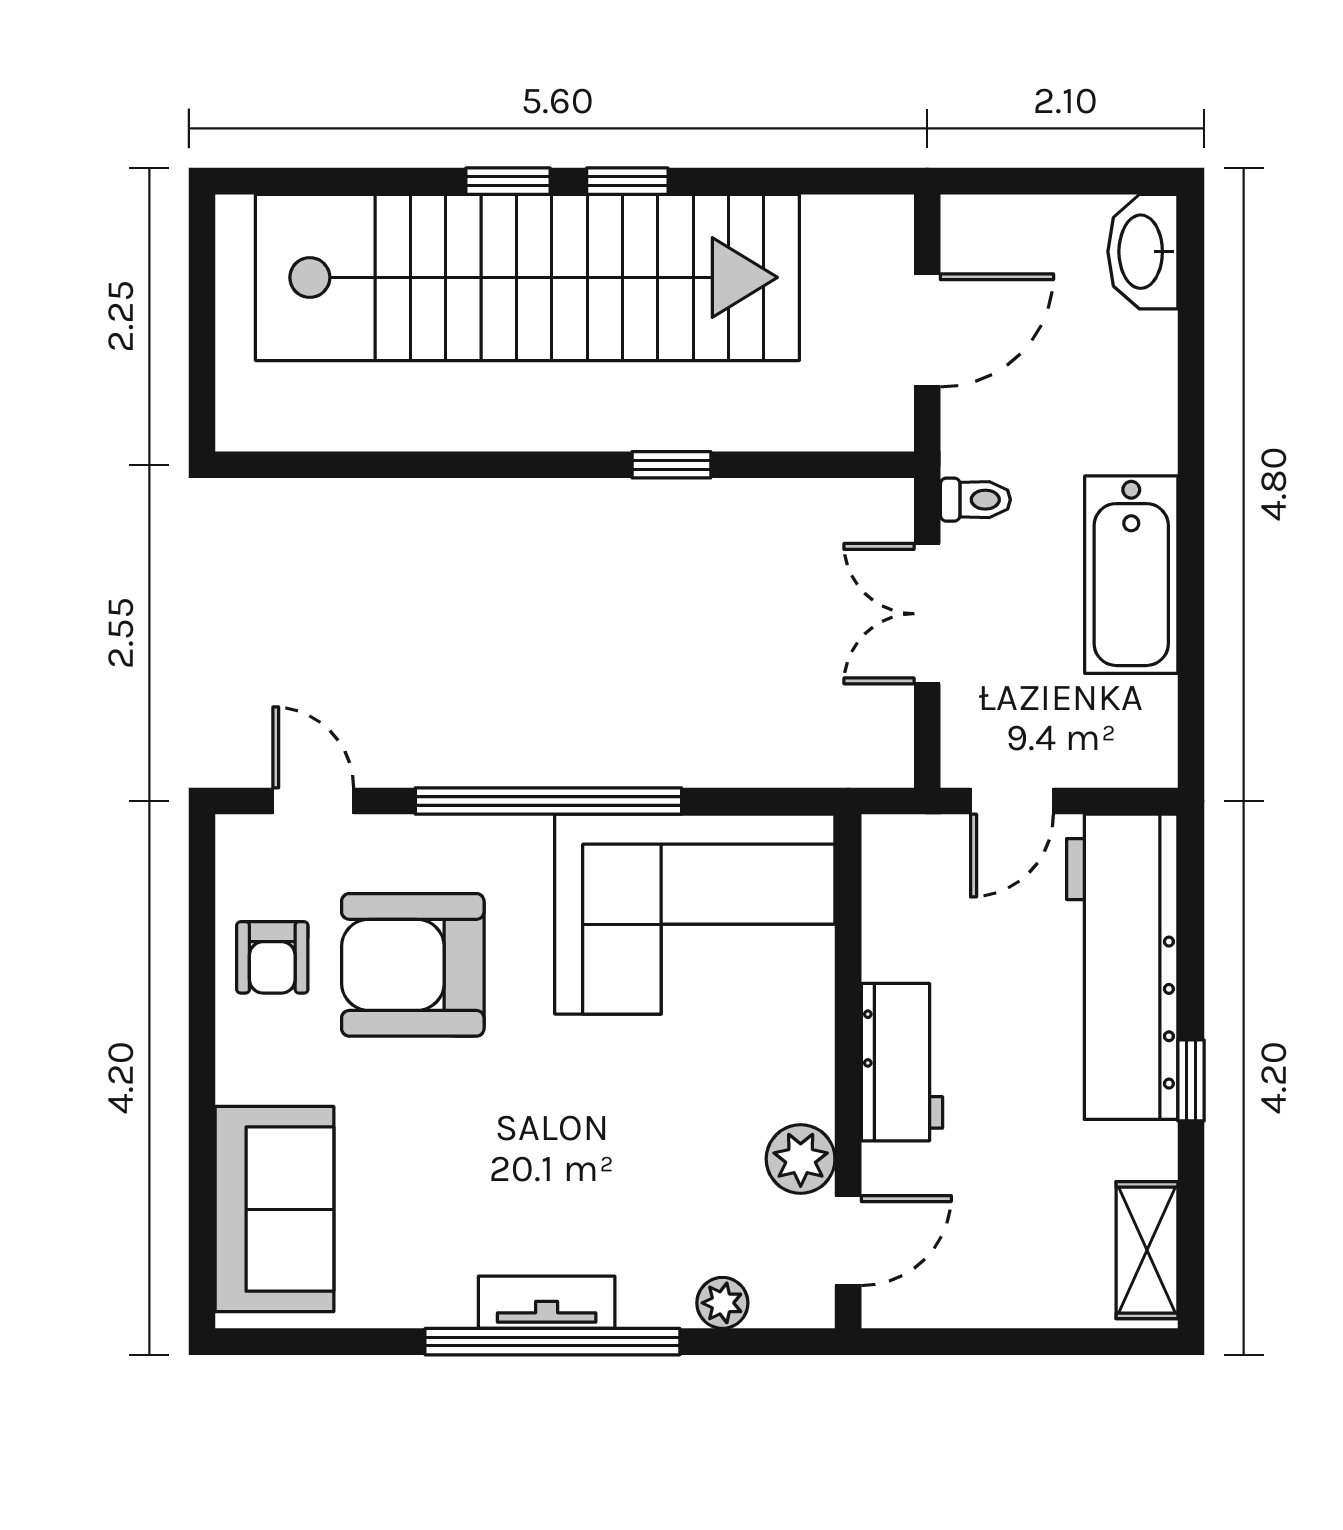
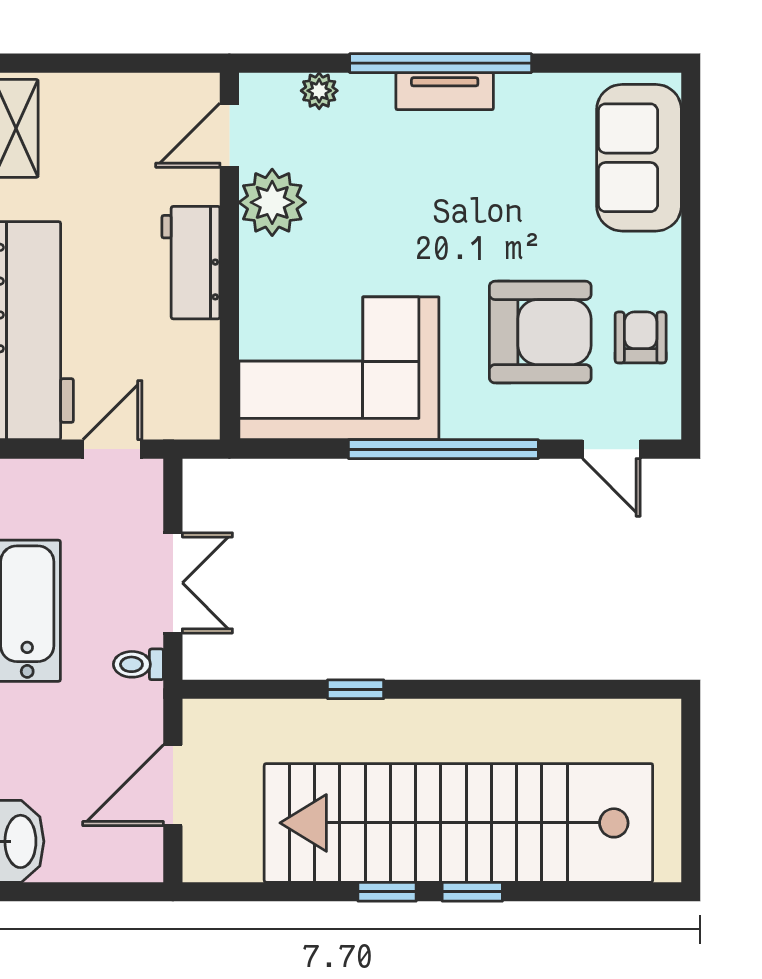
plant: (801, 1159) -> (272, 202), width x1.36, depth x1.36

